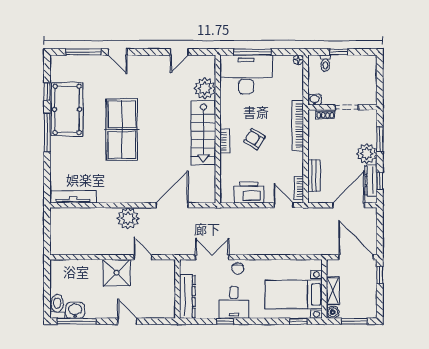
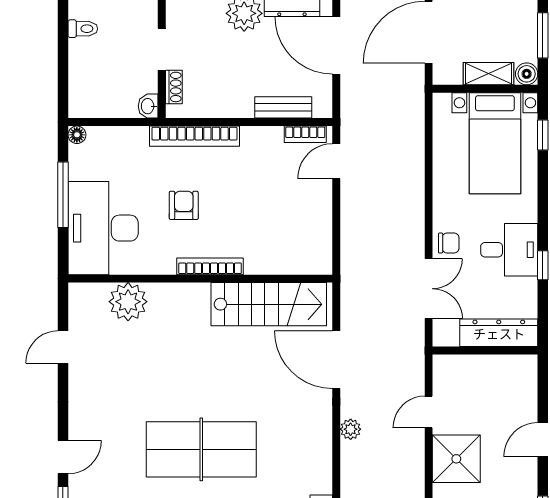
door: (179, 52) -> (63, 347), swing flipped
window: (252, 52) -> (63, 195), moved
window: (339, 52) -> (63, 63), removed
toilet: (325, 63) -> (83, 29), moved
stairs: (203, 133) -> (269, 304), moved
armchair: (255, 139) -> (184, 205), moved, turned 148
bookcase: (225, 141) -> (210, 266), width x1.56
printer: (249, 192) -> (313, 223), removed
plant: (128, 218) -> (351, 429), width x0.53, depth x0.53
double door: (212, 257) -> (429, 289), swing flipped

